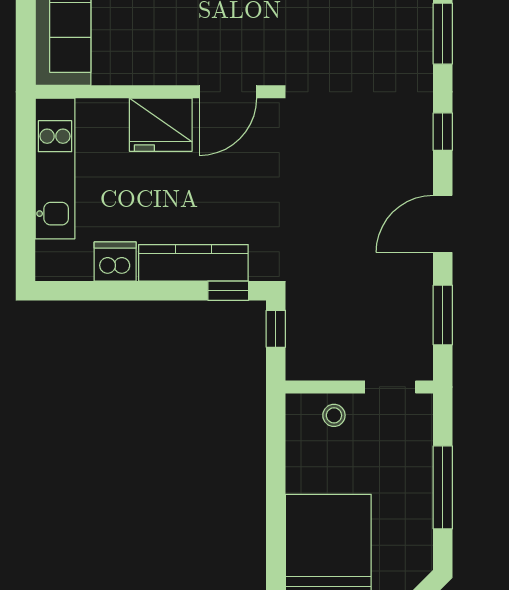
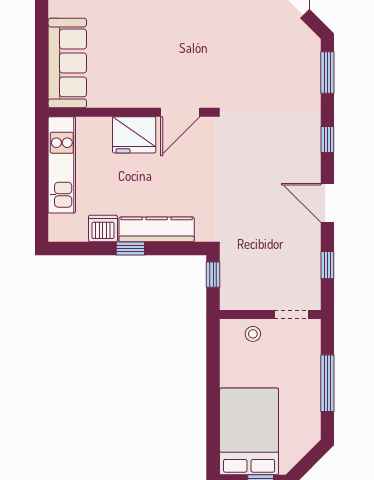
door: (443, 224) -> (327, 203), hinge flipped
window: (228, 291) -> (130, 249), moved
window: (443, 315) -> (327, 265), width x0.67

